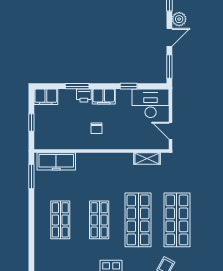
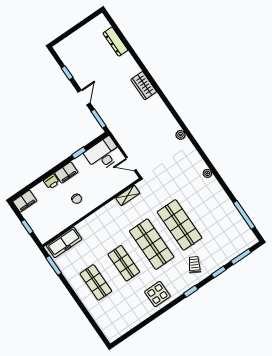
plant: (179, 19) -> (82, 80), removed
window: (77, 86) -> (42, 178), removed

